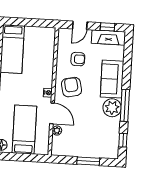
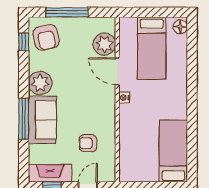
armchair: (72, 87) -> (46, 37), moved
window: (125, 105) -> (24, 119), moved
plant: (57, 131) -> (104, 44), width x1.88, depth x1.88
window: (88, 161) -> (67, 12), width x1.44

